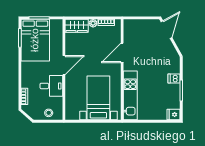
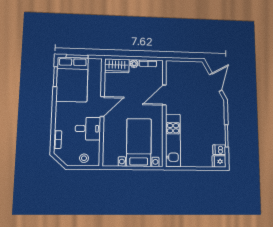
door: (166, 30) -> (216, 82), moved
dishwasher: (174, 79) -> (219, 150), moved

